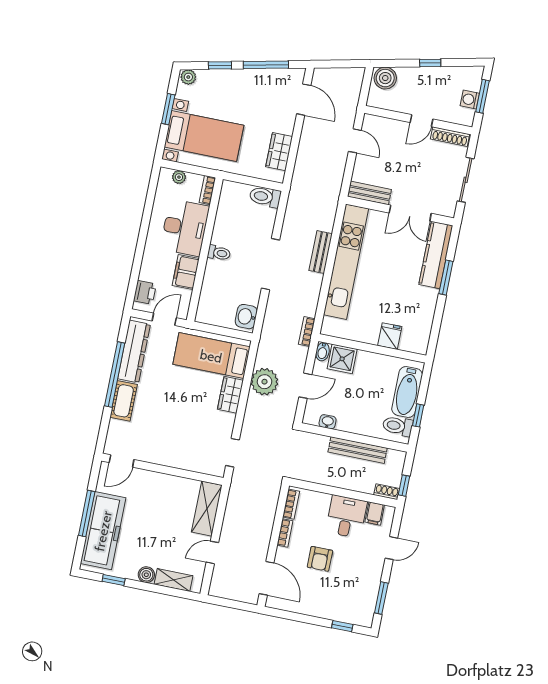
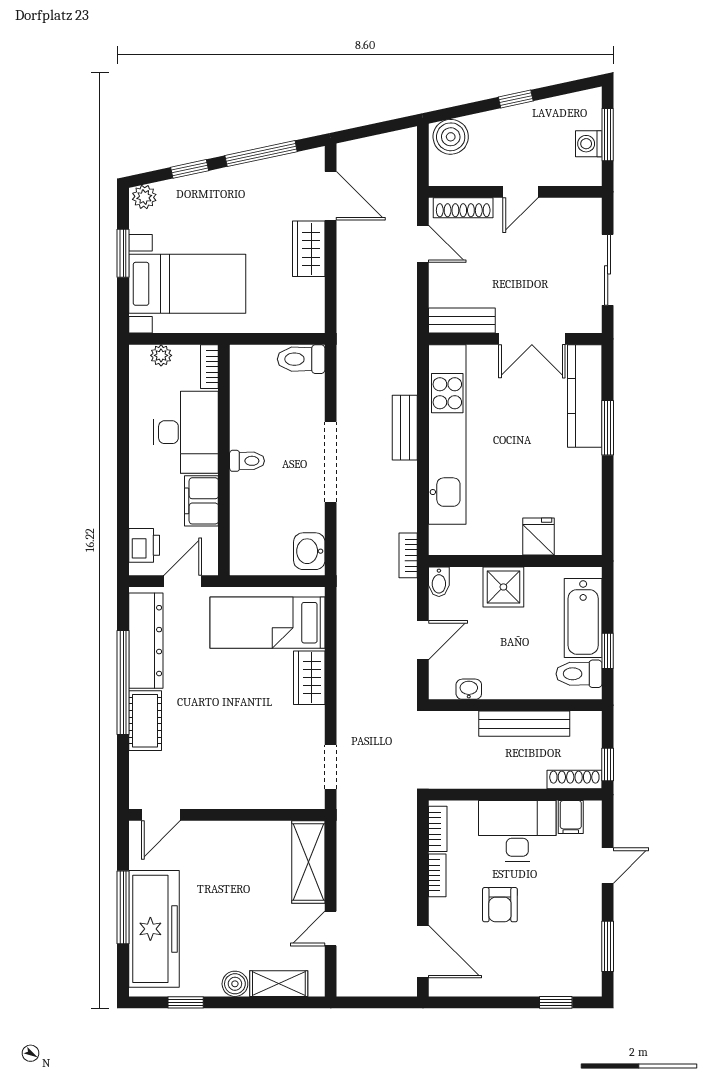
shoe rack: (450, 137) -> (463, 208), moved
wardrobe: (279, 152) -> (309, 249), moved
shower: (342, 359) -> (503, 587), moved
plant: (264, 382) -> (358, 647), removed
shoe rack: (387, 492) -> (574, 780), width x1.43
desk: (346, 517) -> (517, 831), width x1.37

